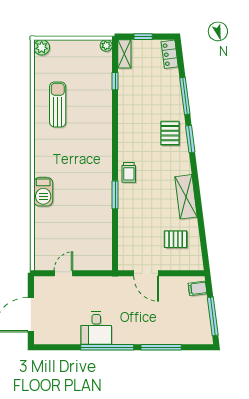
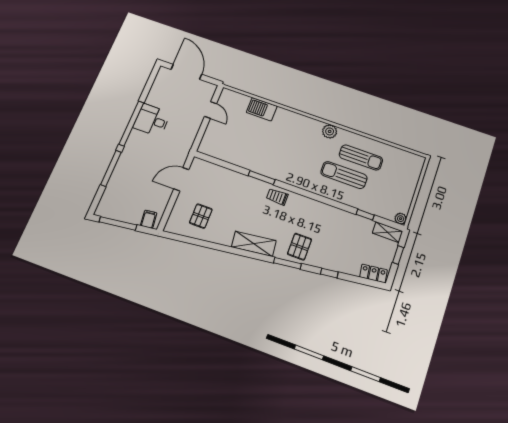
plant: (42, 47) -> (330, 131), moved
window: (185, 96) -> (329, 273), width x0.46
sun lounger: (82, 115) -> (344, 175), added
pallet: (170, 133) -> (300, 247), turned 90
barbecue: (43, 192) -> (262, 109), moved
shelving: (186, 197) -> (254, 244), moved

